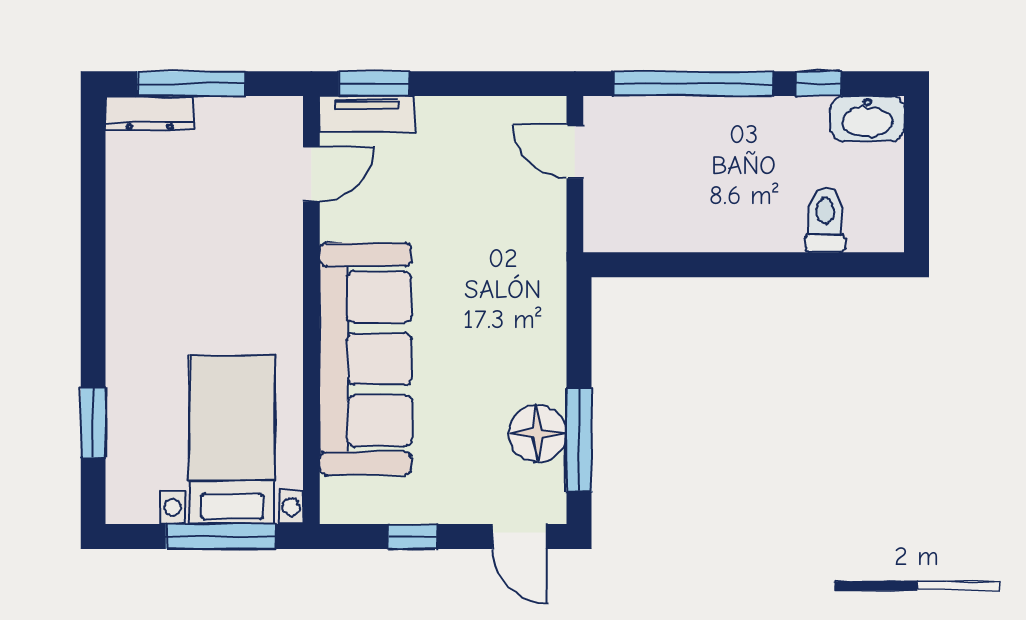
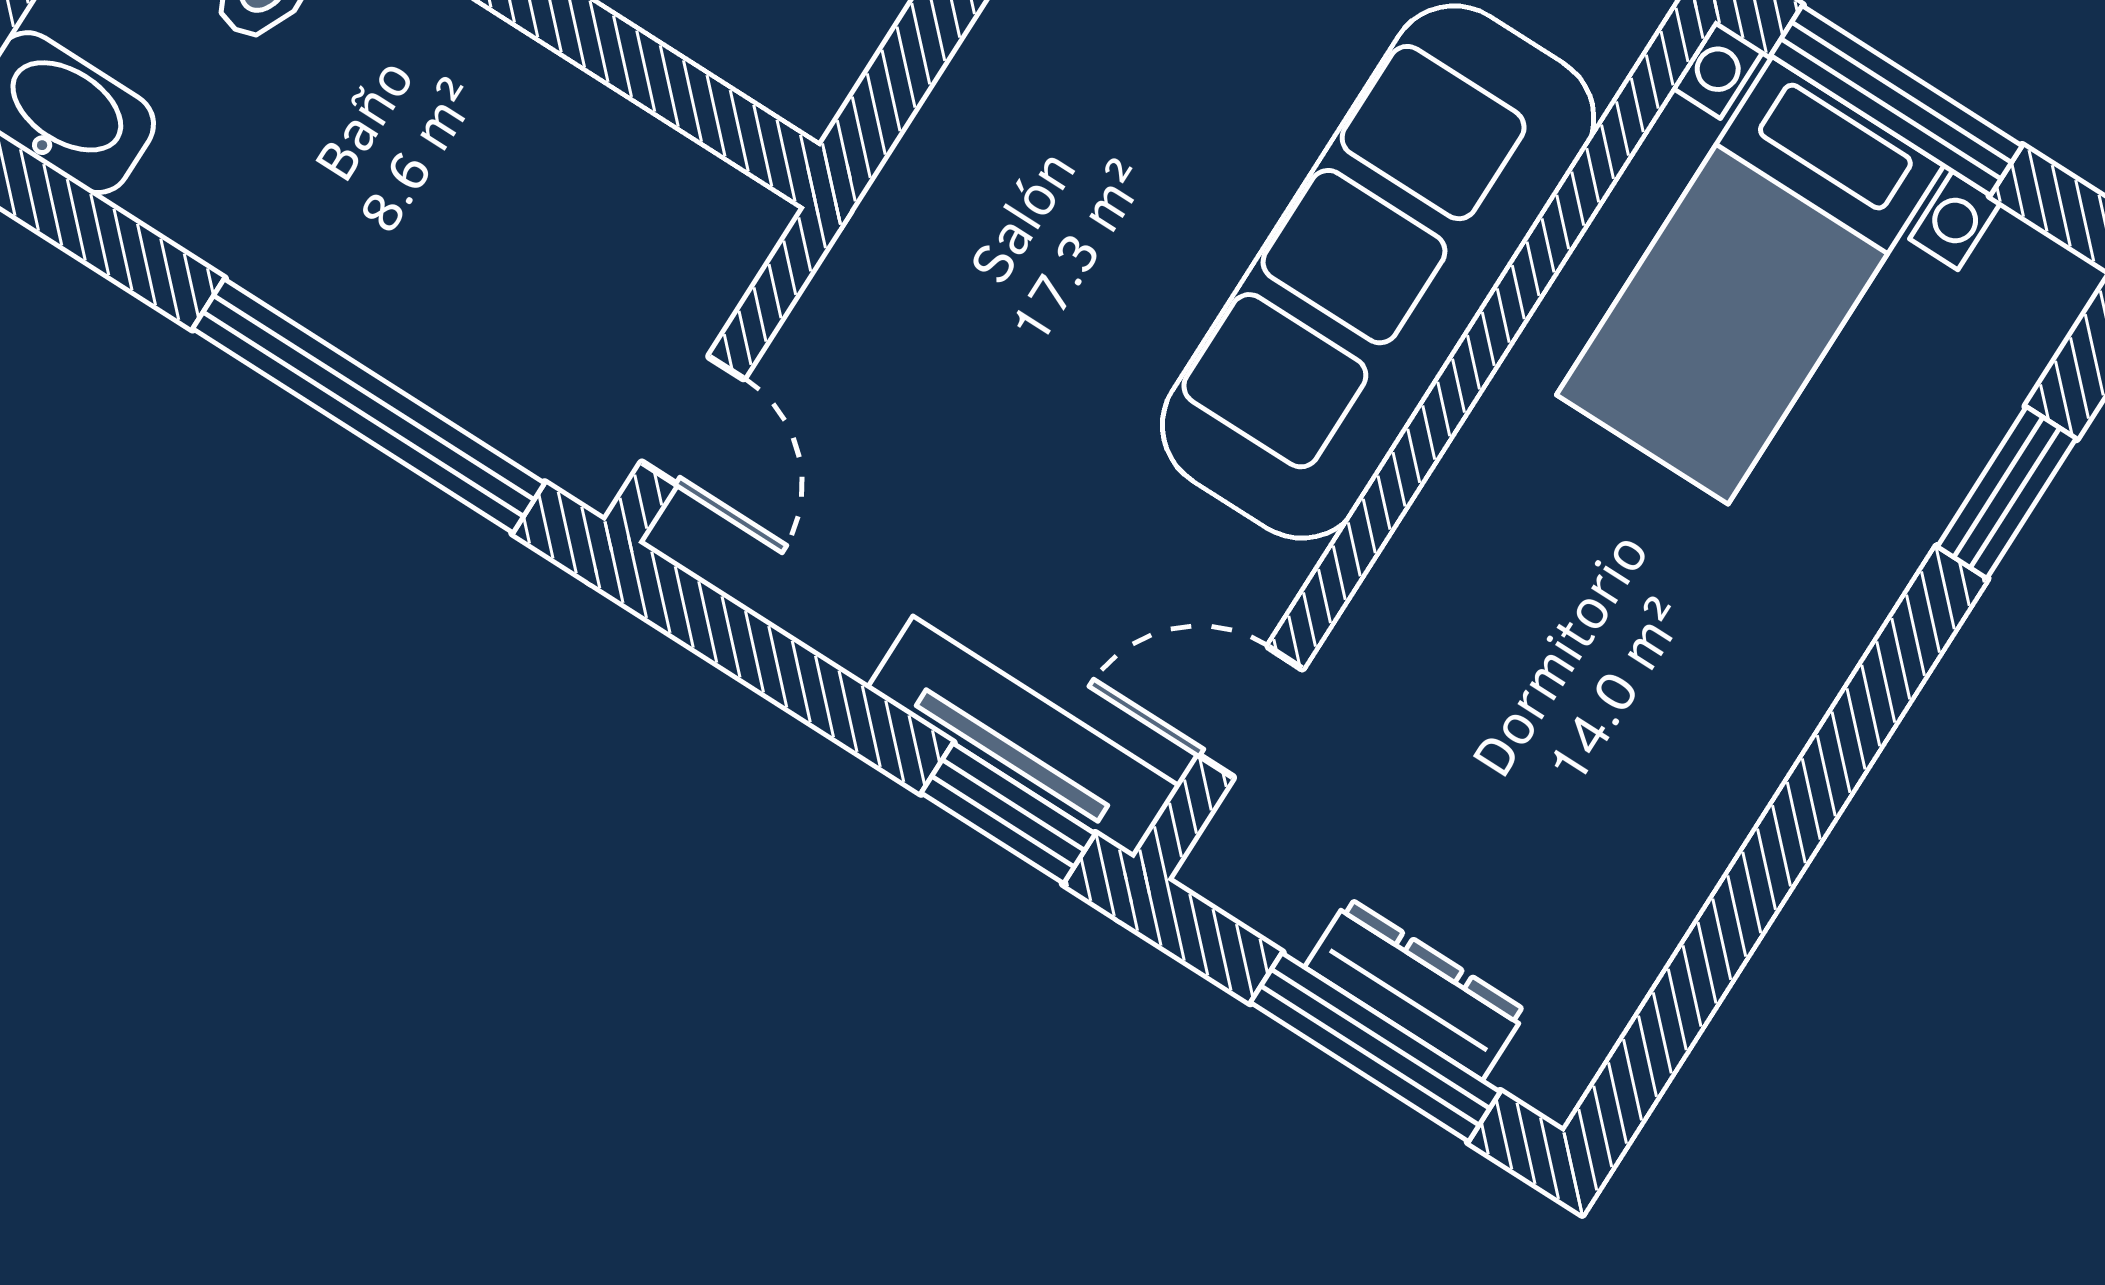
window: (818, 84) -> (116, 245), removed
dresser: (150, 113) -> (1416, 989), moved
tv unit: (367, 114) -> (1024, 737), width x1.41

